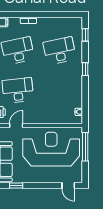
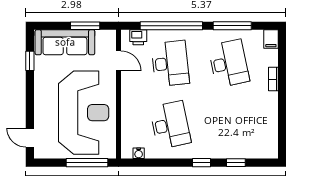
window: (85, 35) -> (236, 163), moved
desk: (60, 51) -> (170, 125), moved
door: (68, 186) -> (30, 138), hinge flipped

